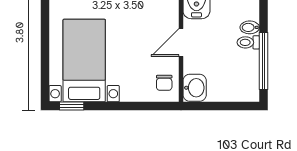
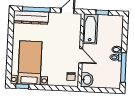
door: (181, 42) -> (81, 56), swing flipped

